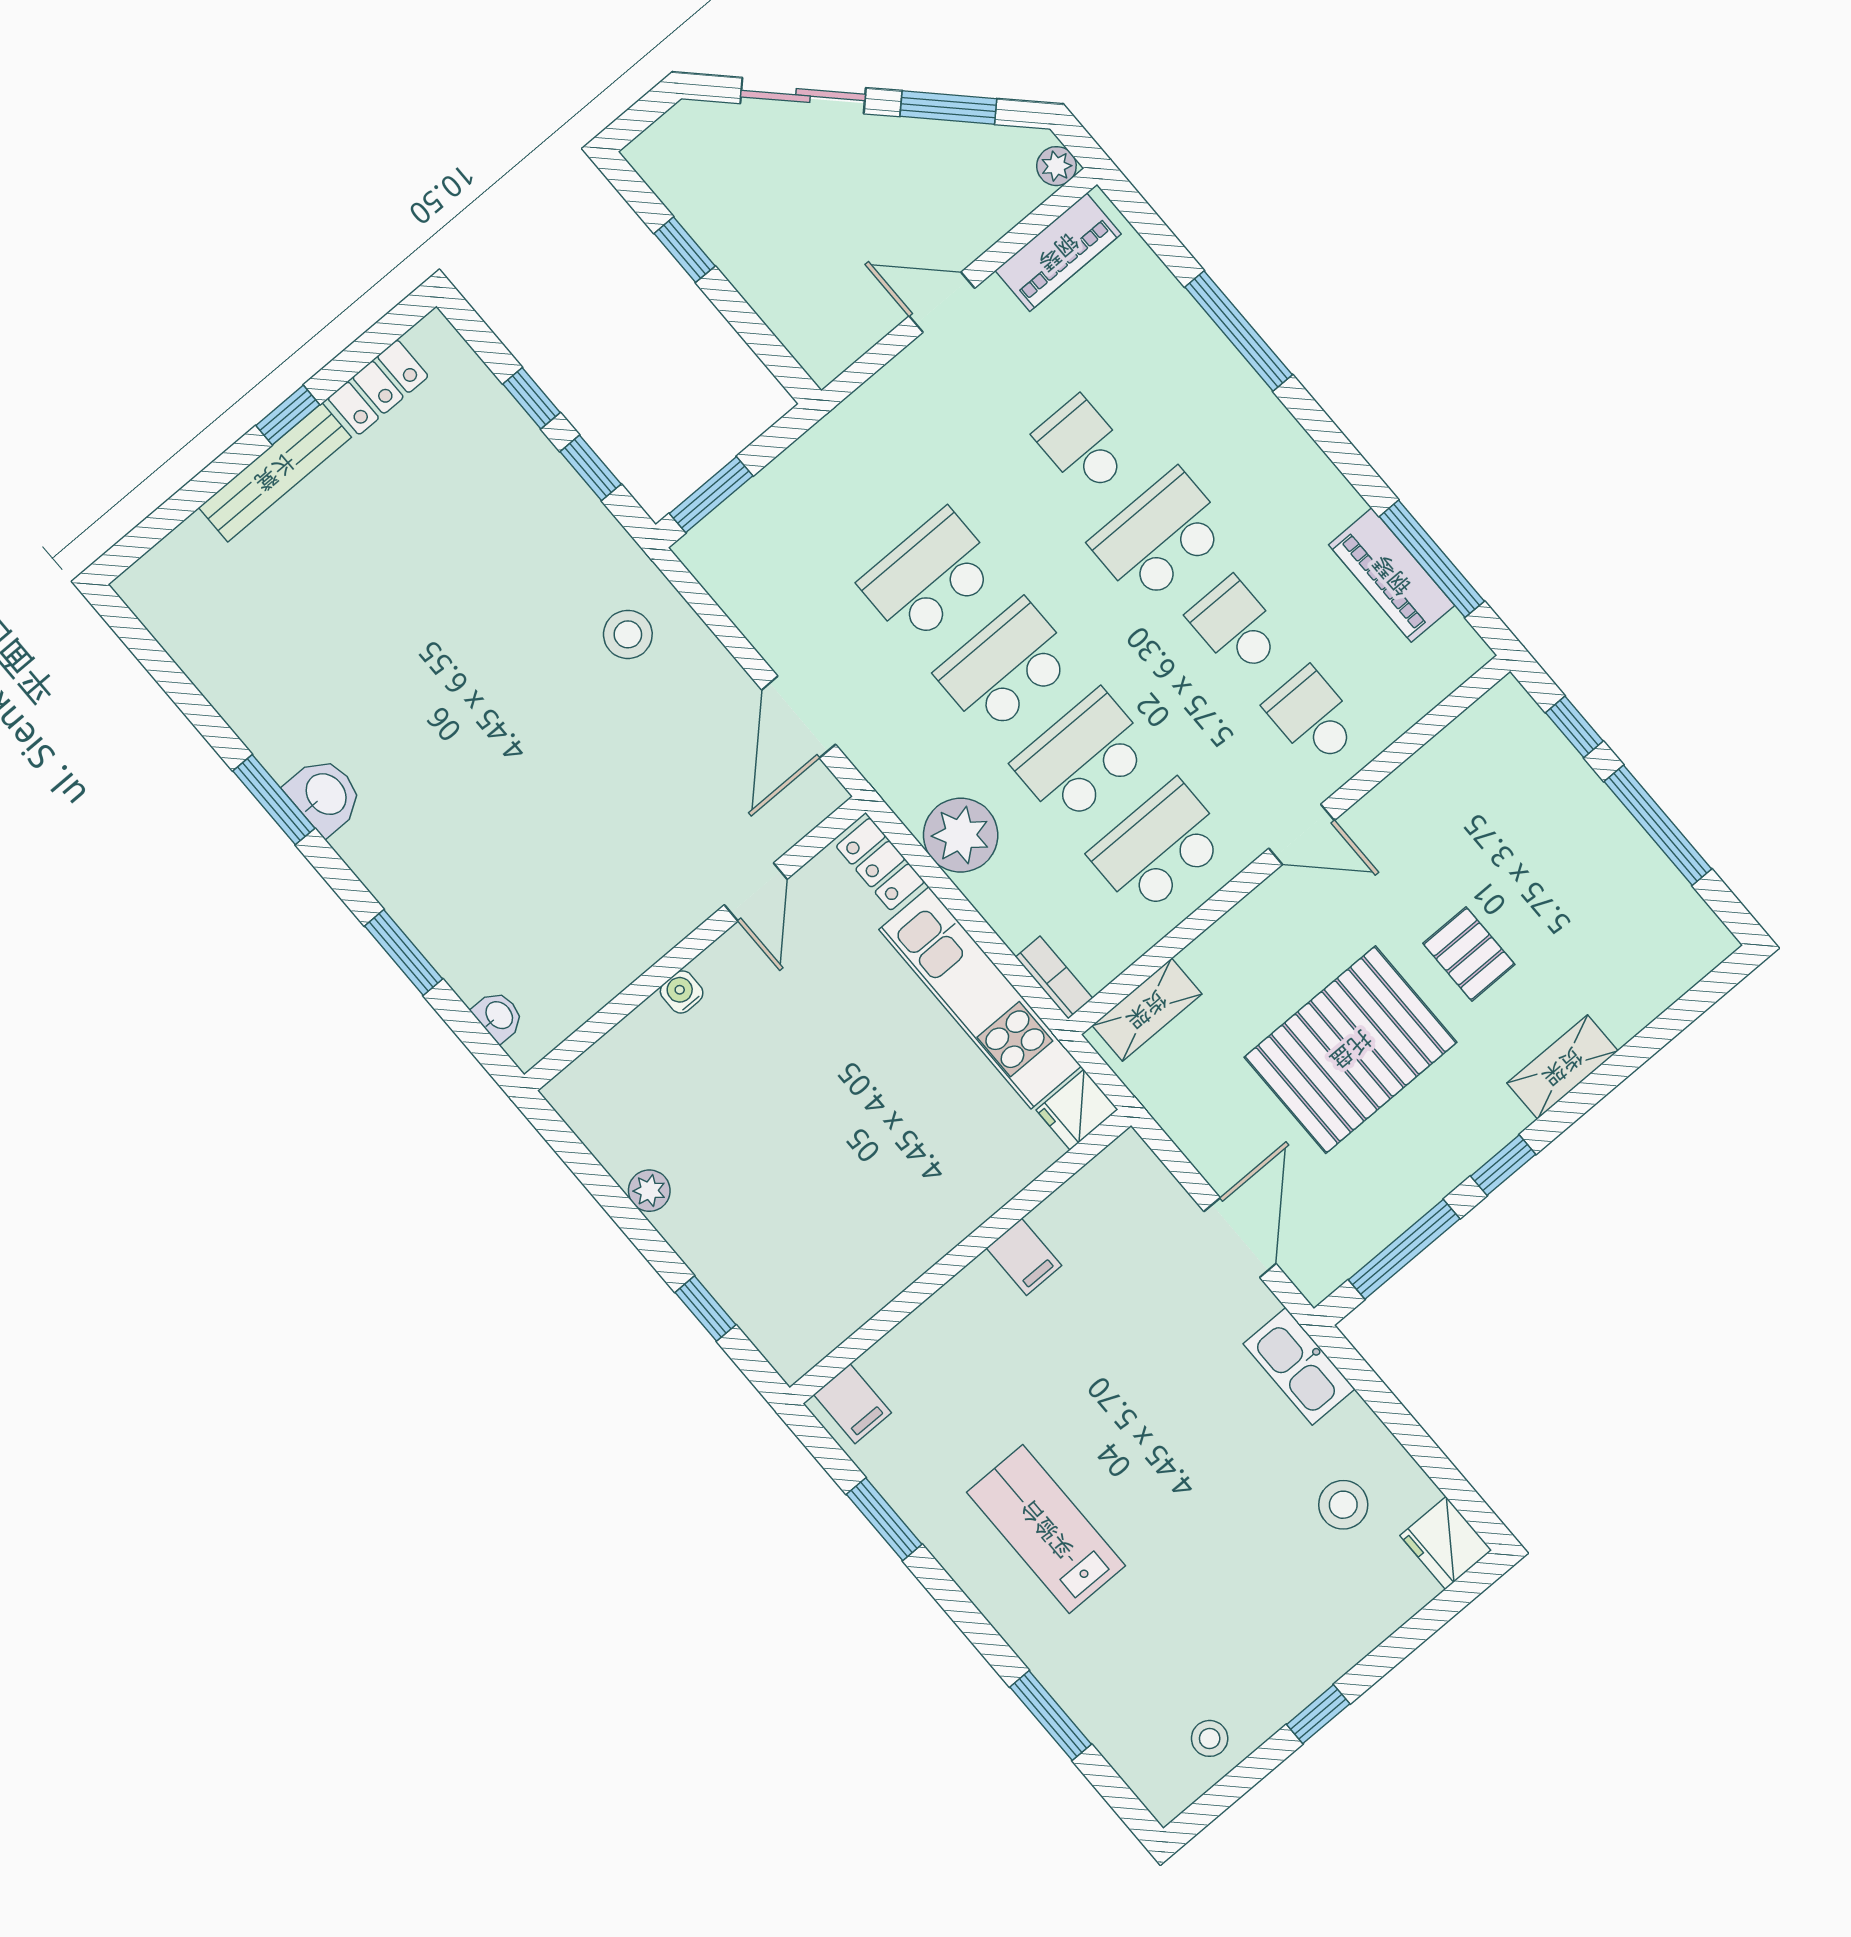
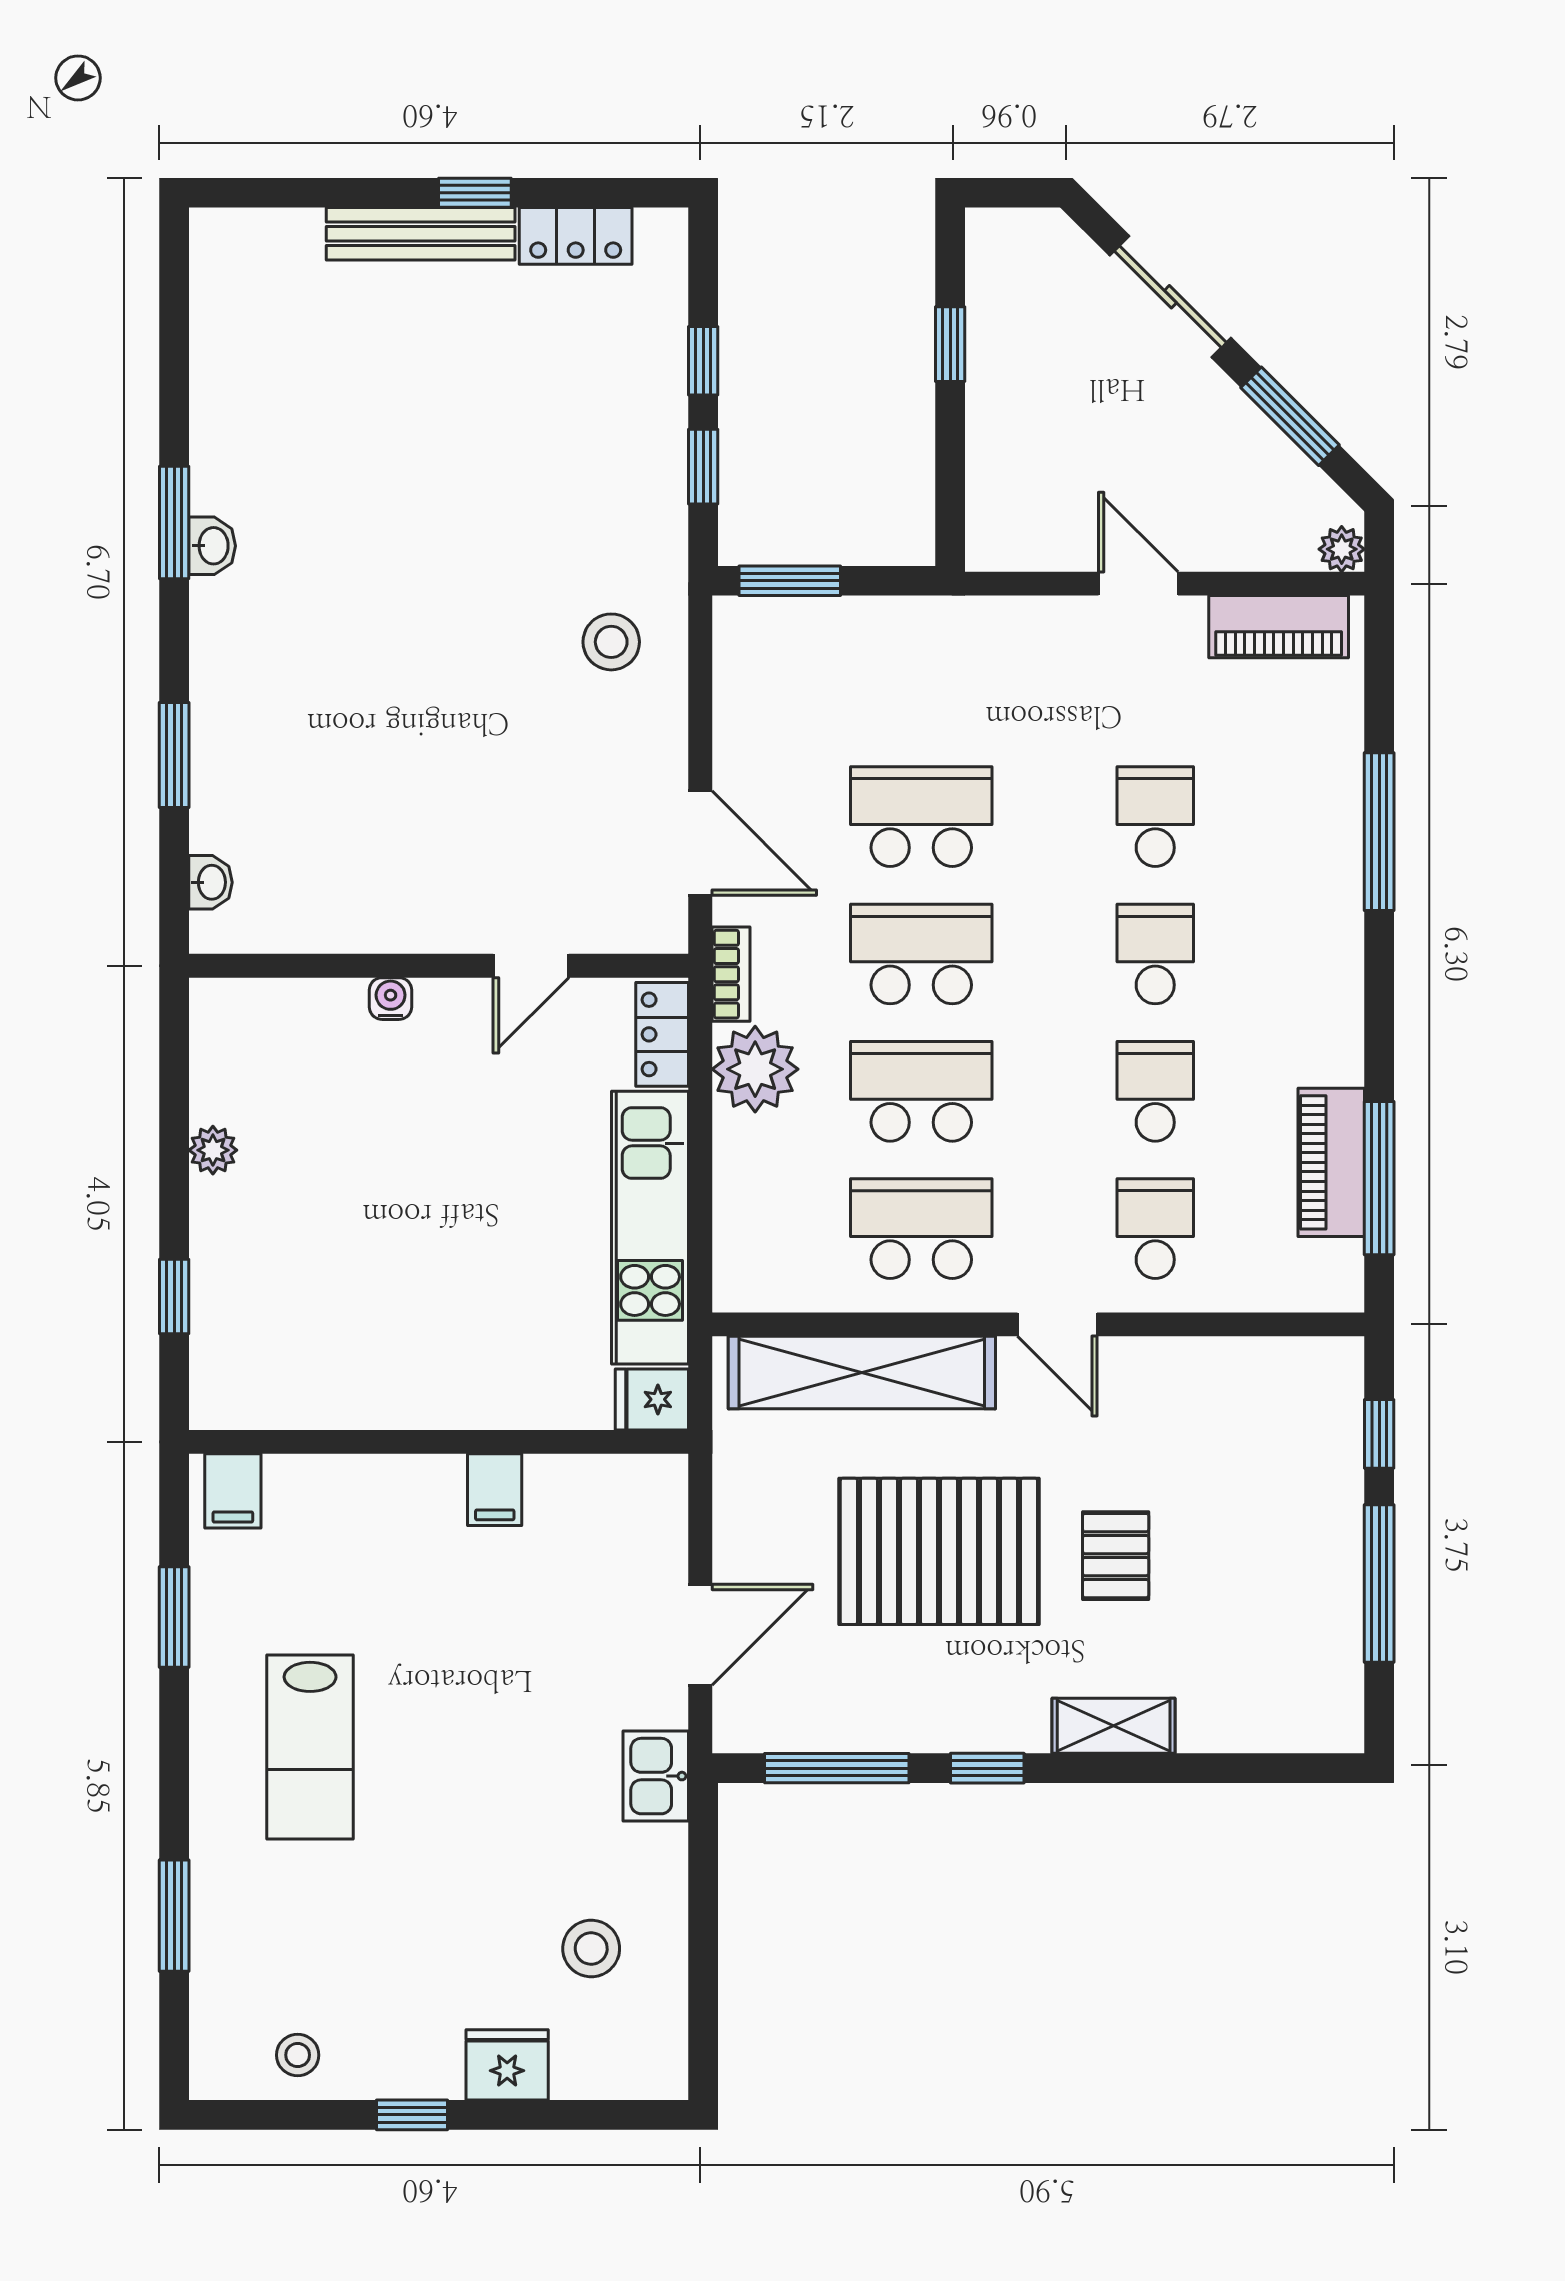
school desk: (1160, 536) -> (1155, 954), width x0.54
door: (799, 717) -> (700, 843), swing flipped
washbasin: (325, 795) -> (212, 546), width x0.72, depth x0.69
bookcase: (1054, 978) -> (731, 974), moved
shelving: (1147, 1010) -> (862, 1372), width x2.20, depth x1.33
kitchen sink: (1299, 1366) -> (656, 1776), width x0.73
lab bench: (1046, 1529) -> (310, 1747), turned 180
fridge: (1446, 1543) -> (507, 2065), moved, turned 90

